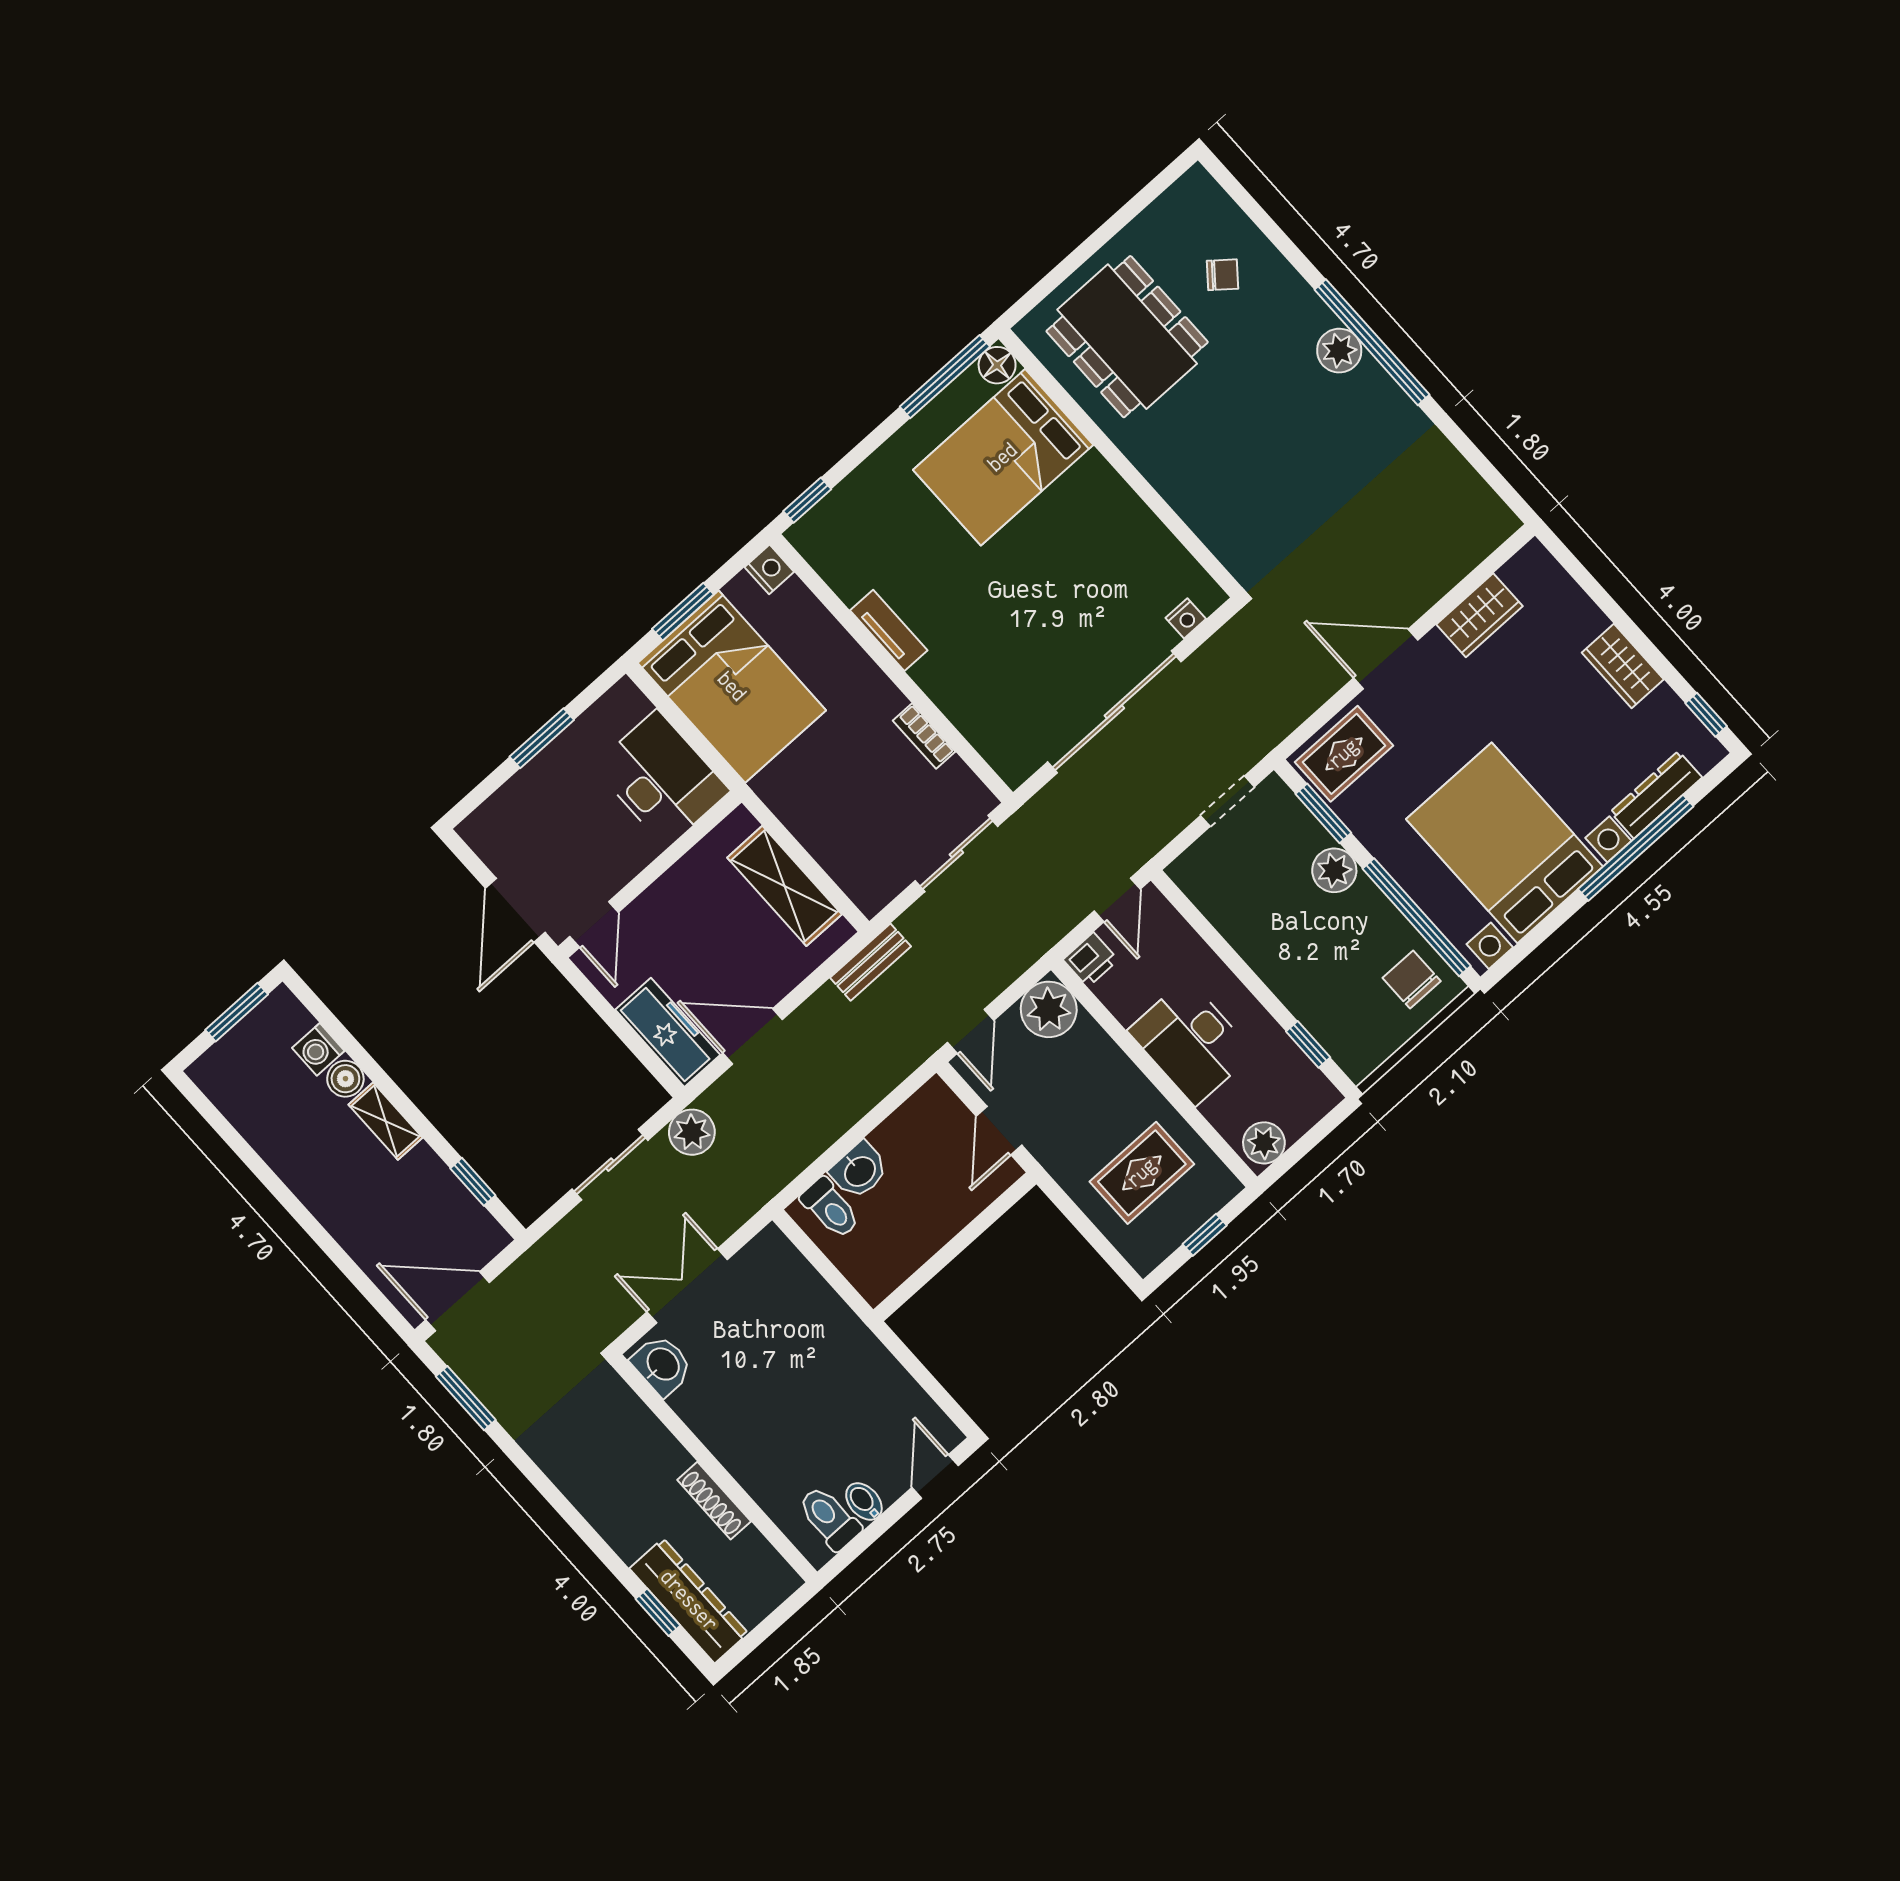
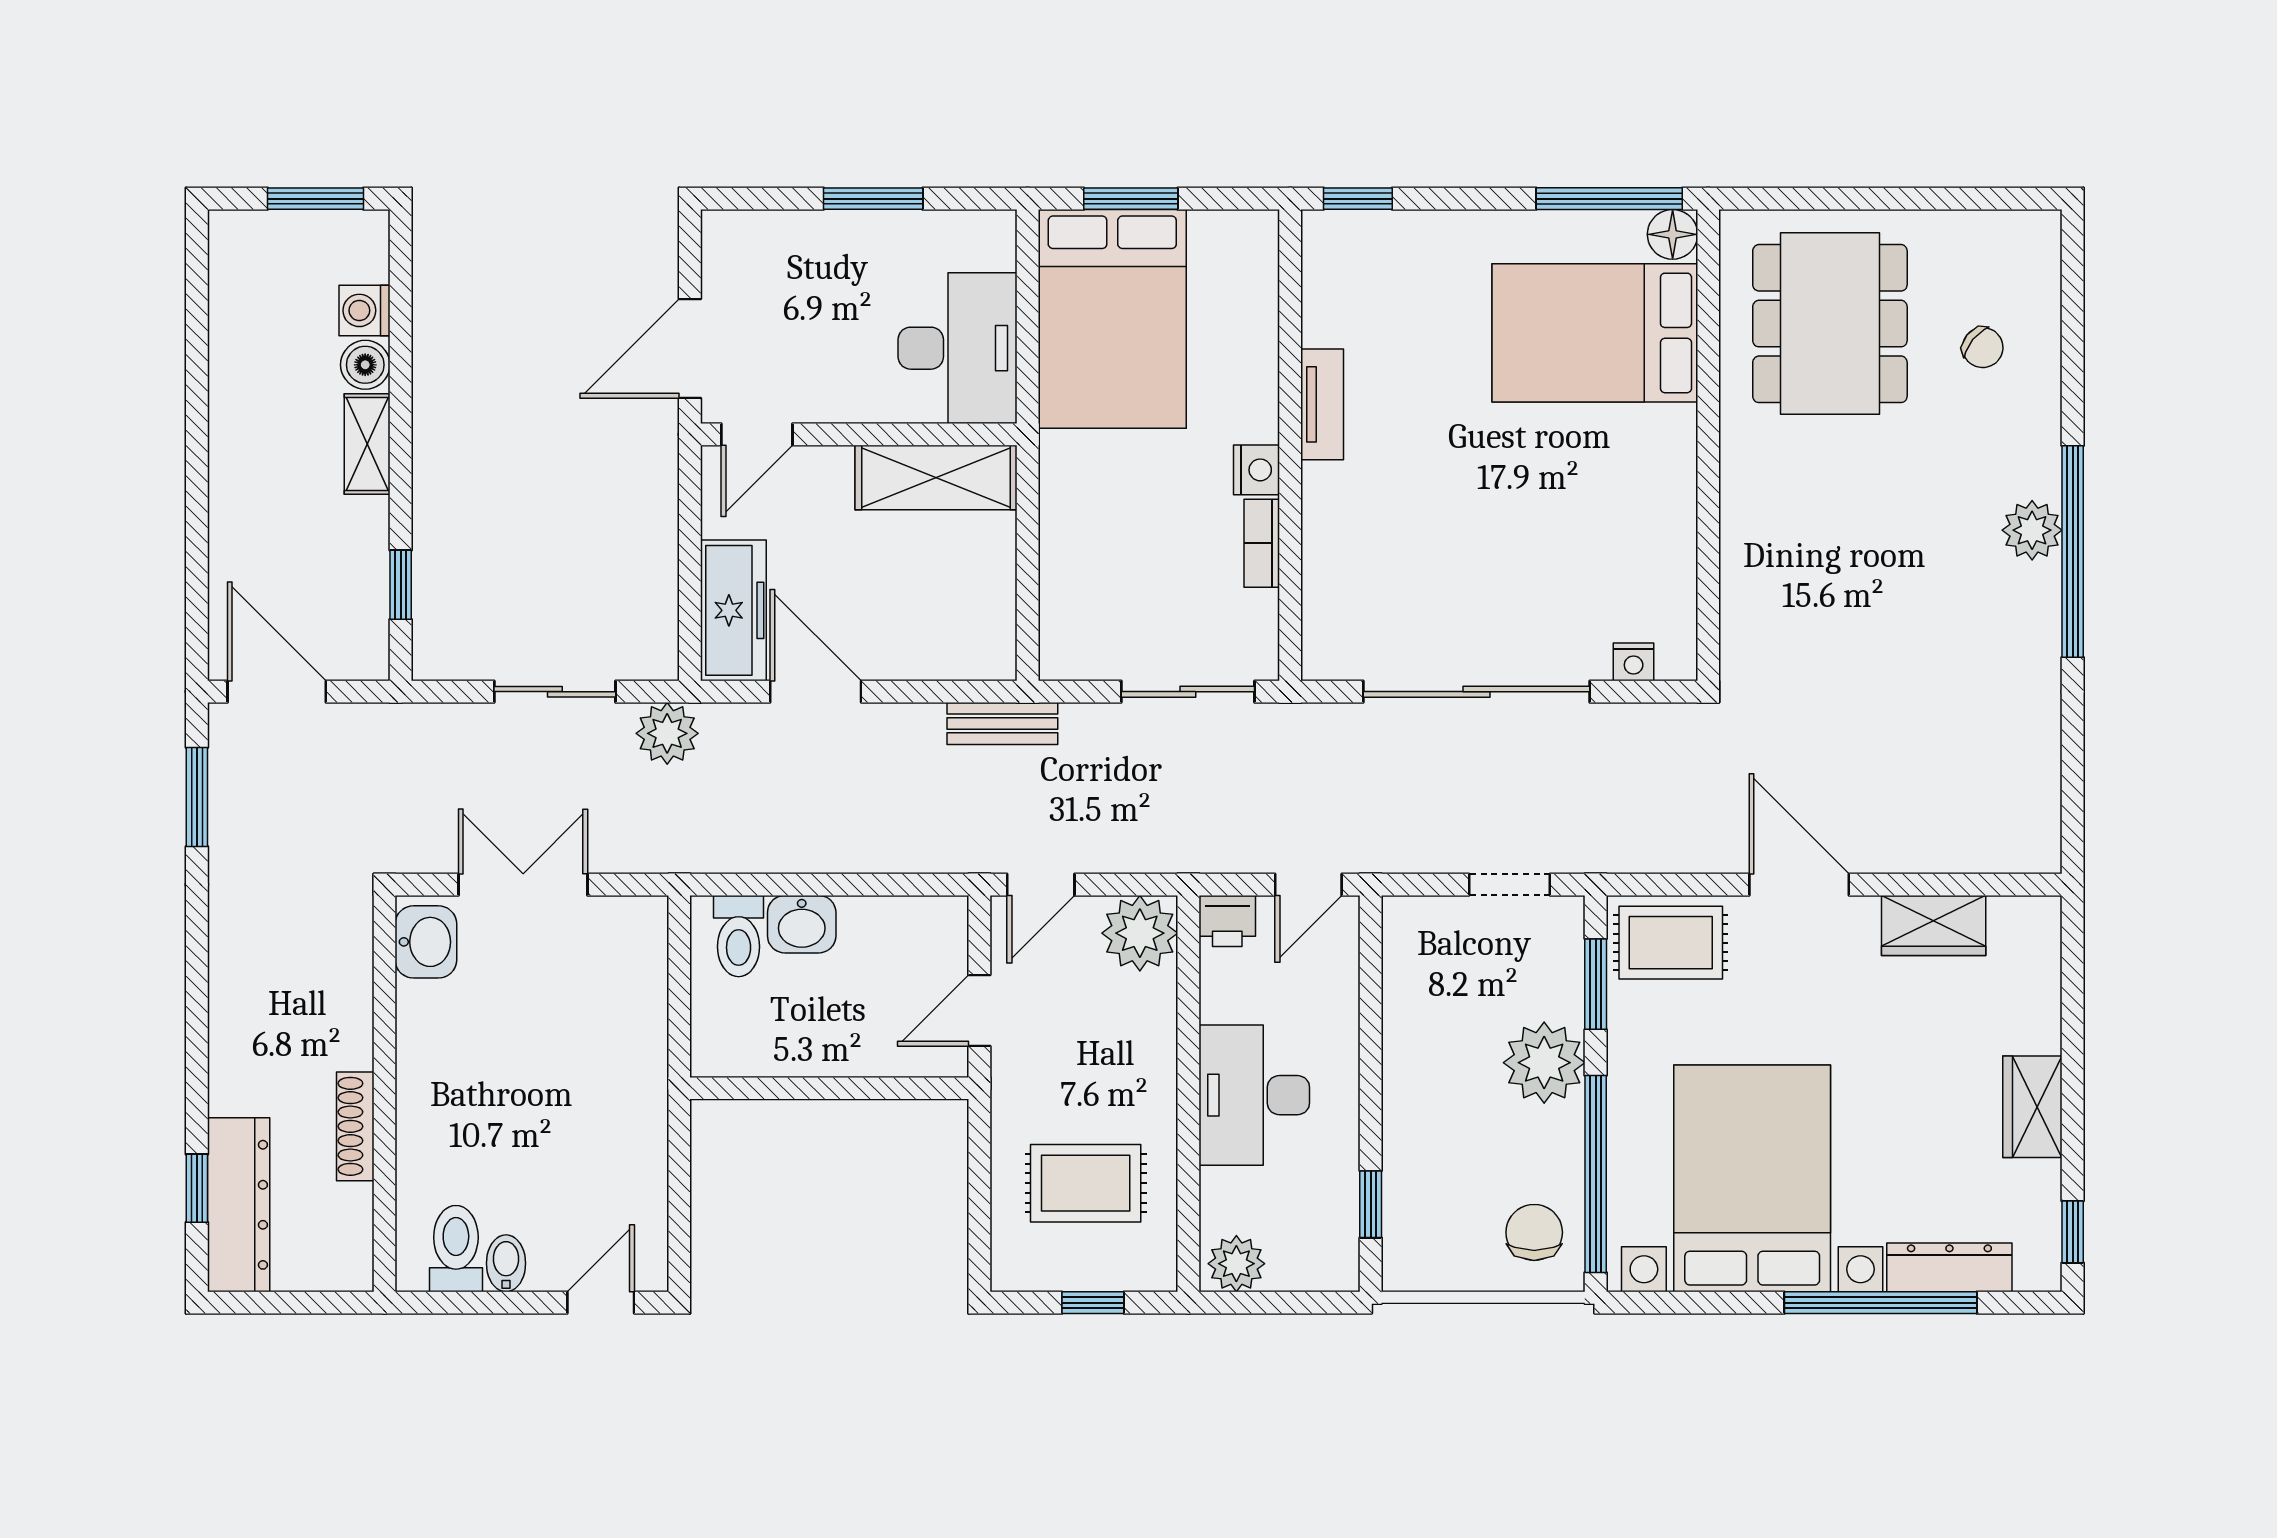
nightstand: (769, 569) -> (1257, 470), moved
plant: (1334, 870) -> (1544, 1063), width x1.36, depth x1.36
shelving: (784, 886) -> (936, 477), moved, turned 90

